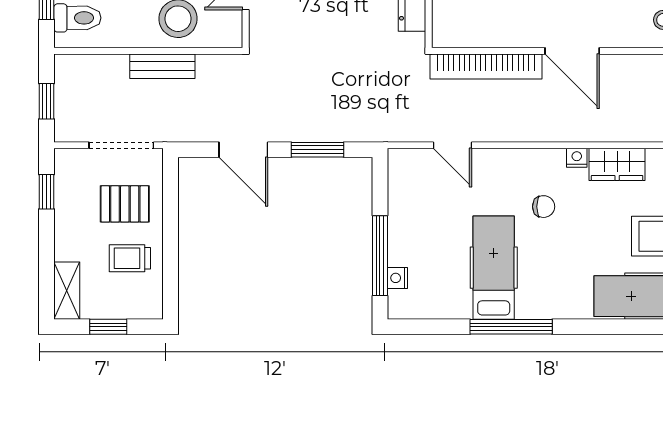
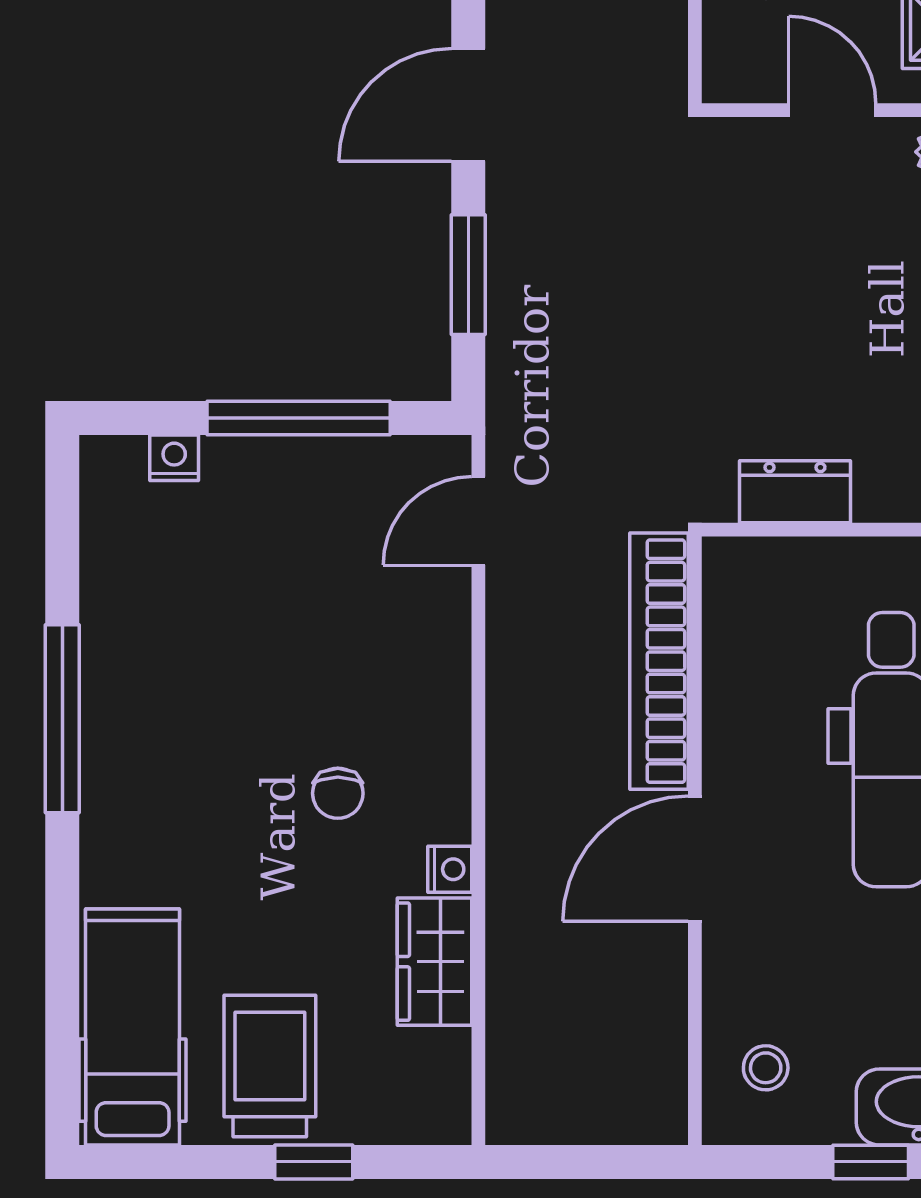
door: (453, 145) -> (478, 521), moved
window: (380, 256) -> (299, 418), moved
hospital bed: (494, 268) -> (198, 679), removed

